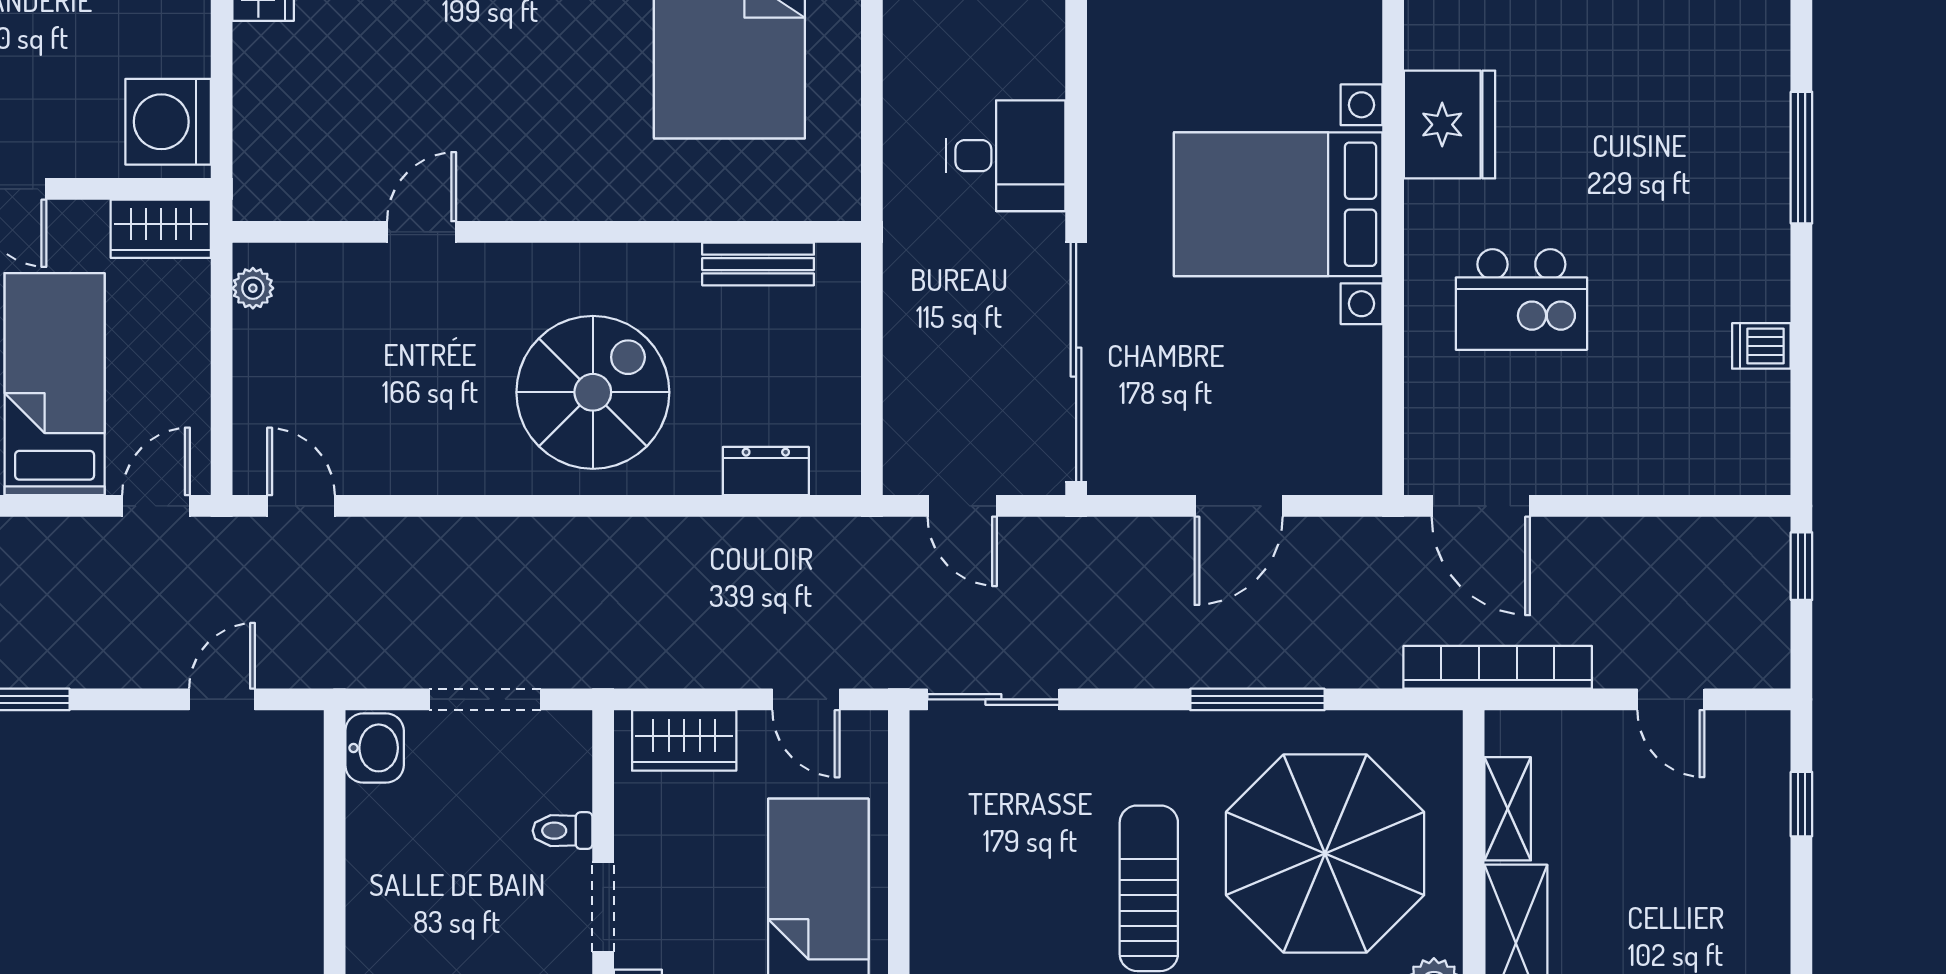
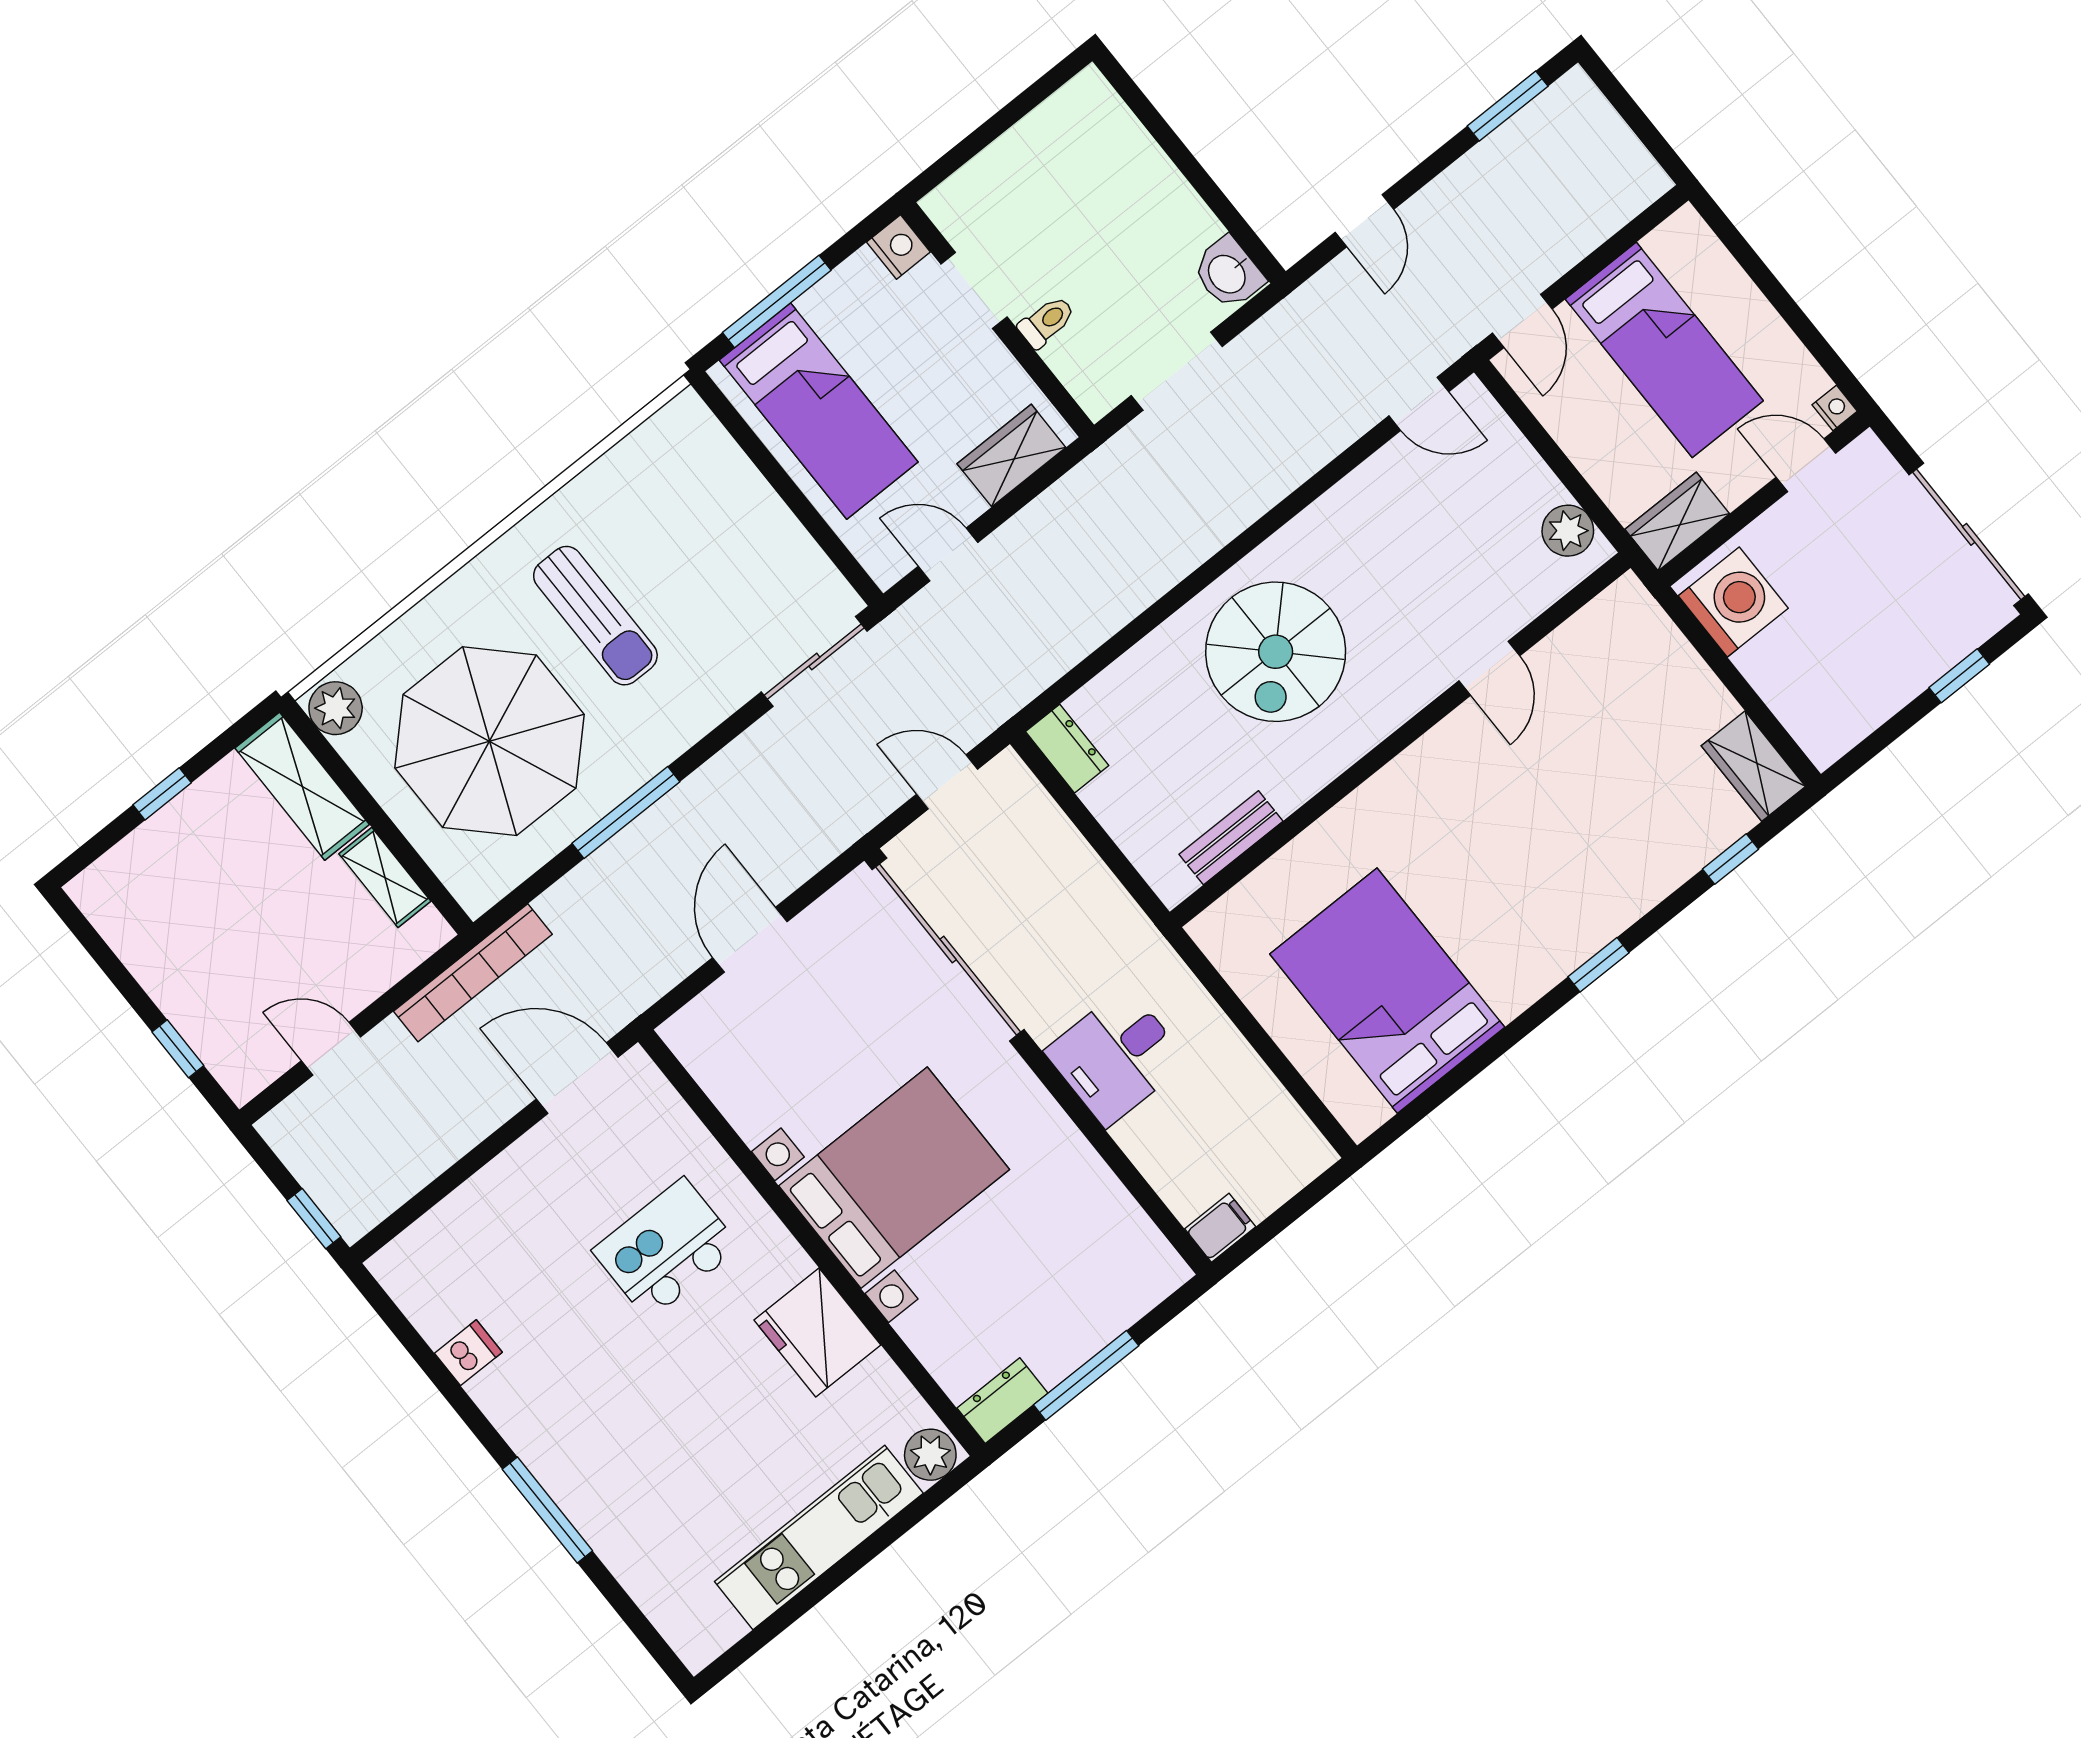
plant: (253, 288) -> (1568, 531), width x1.38, depth x1.38
dresser: (766, 471) -> (1067, 749), moved, turned -90

